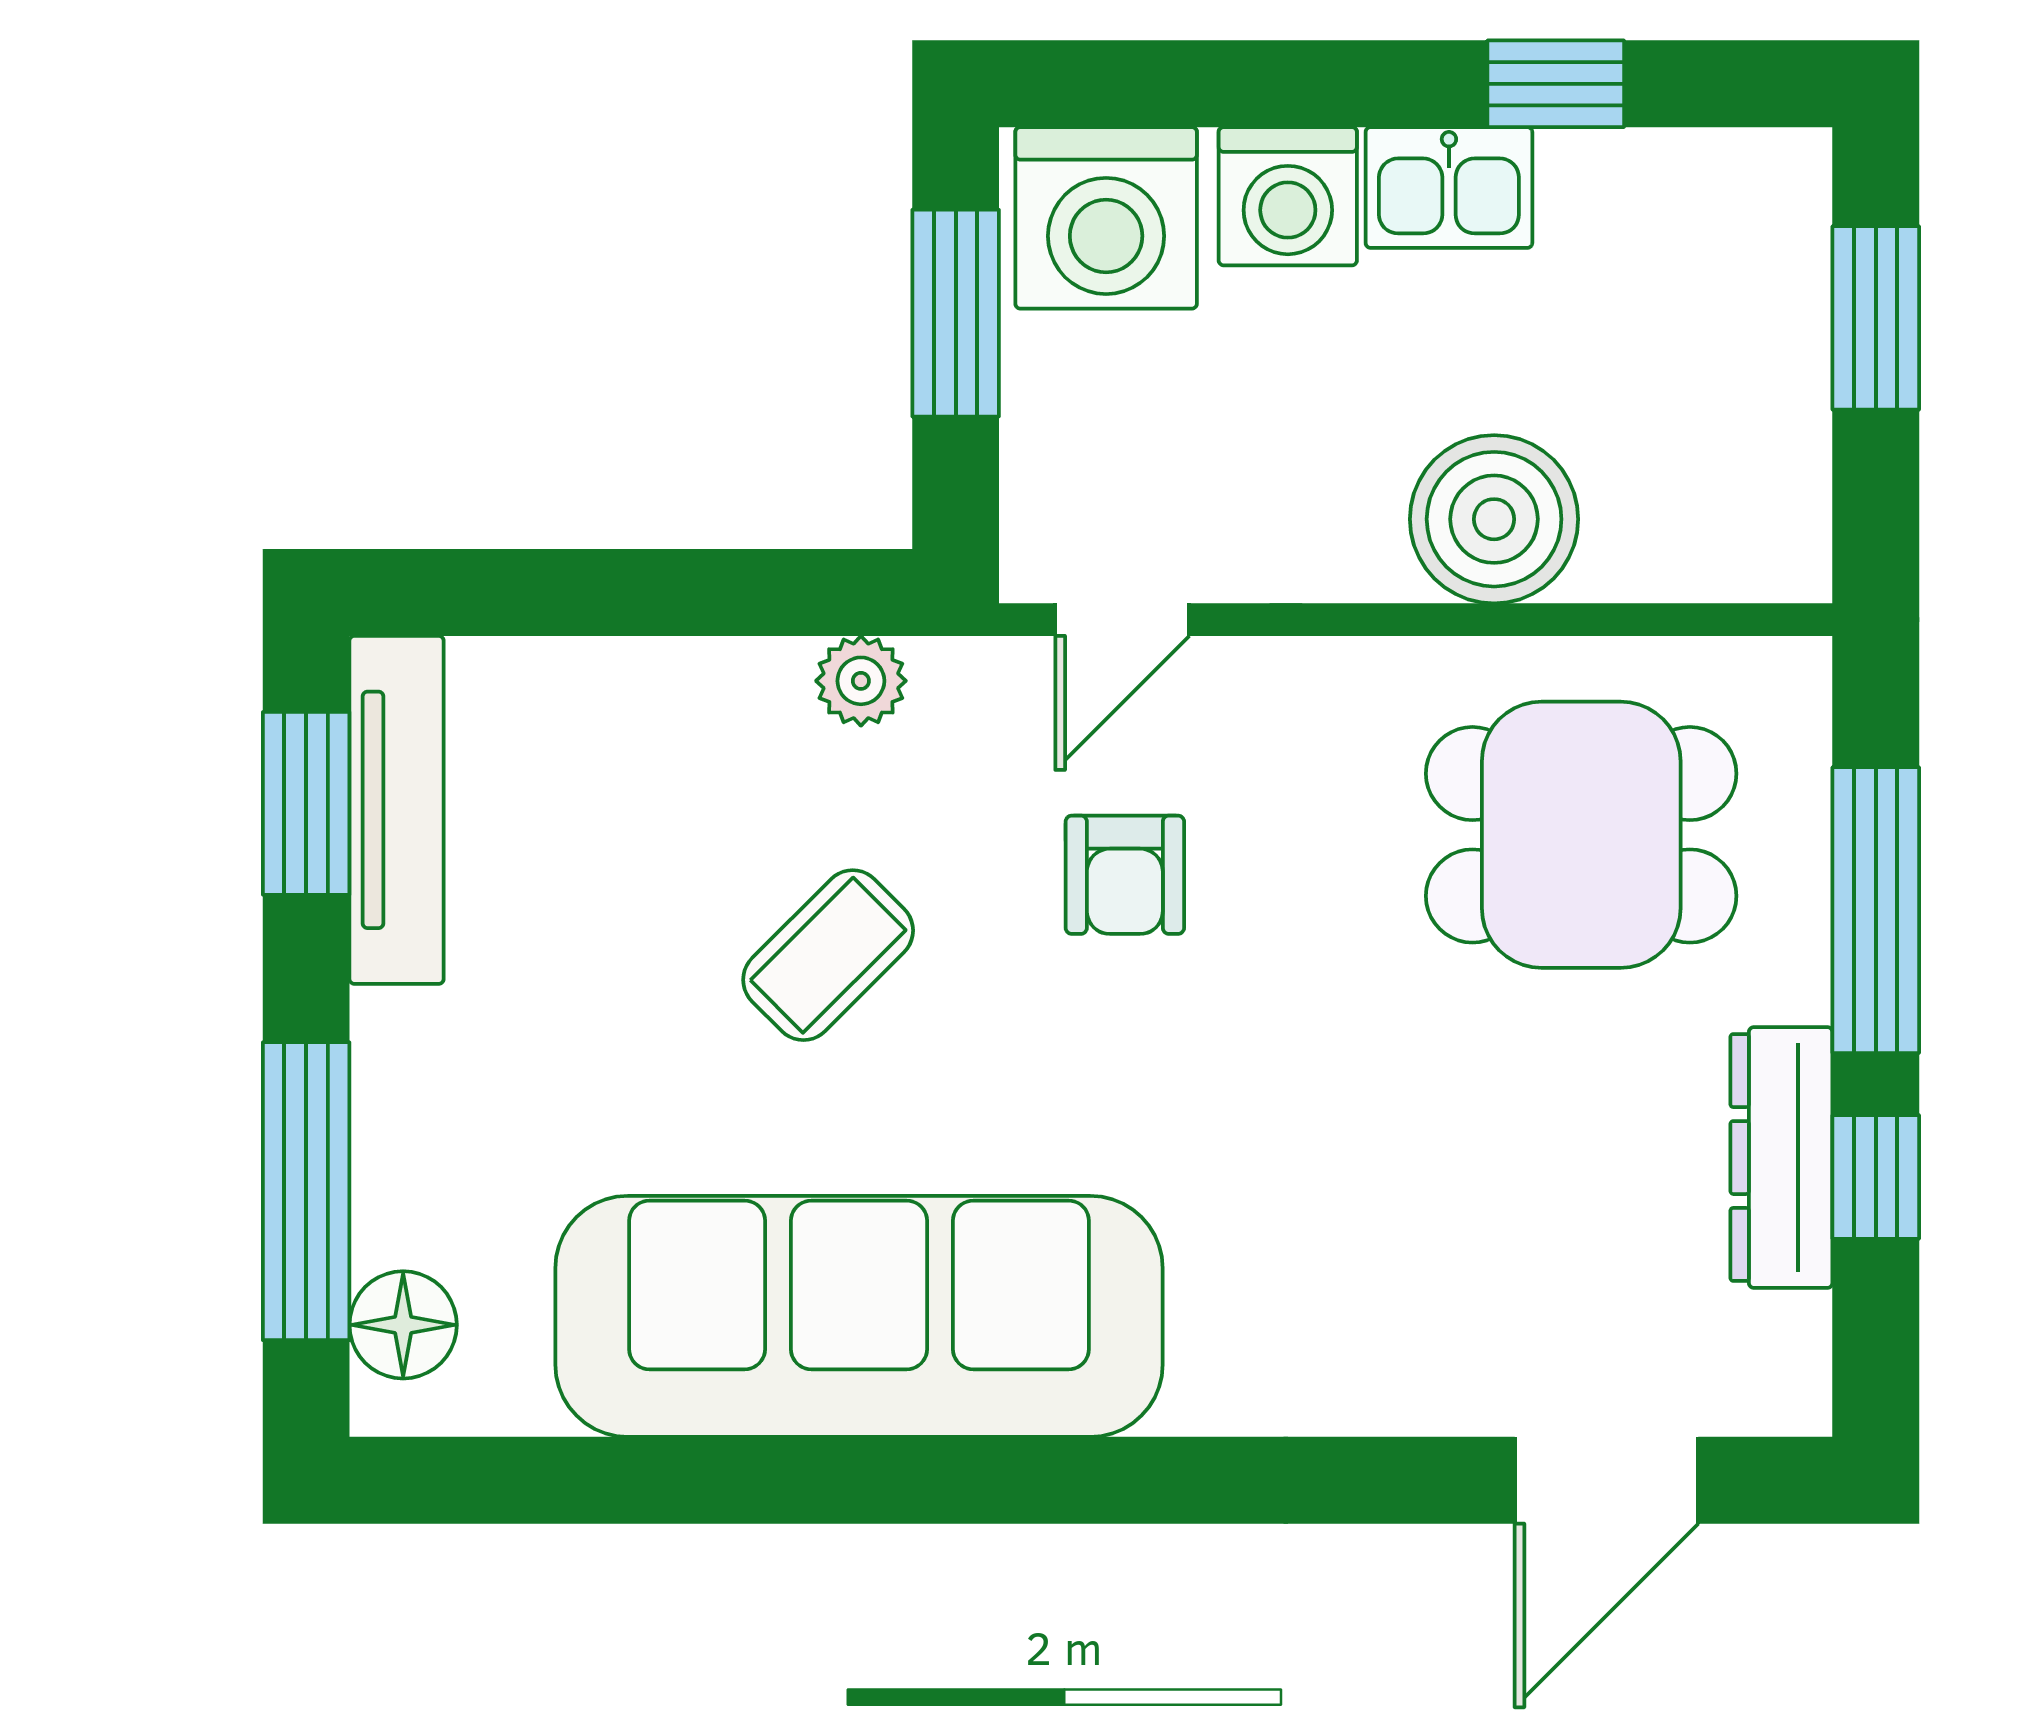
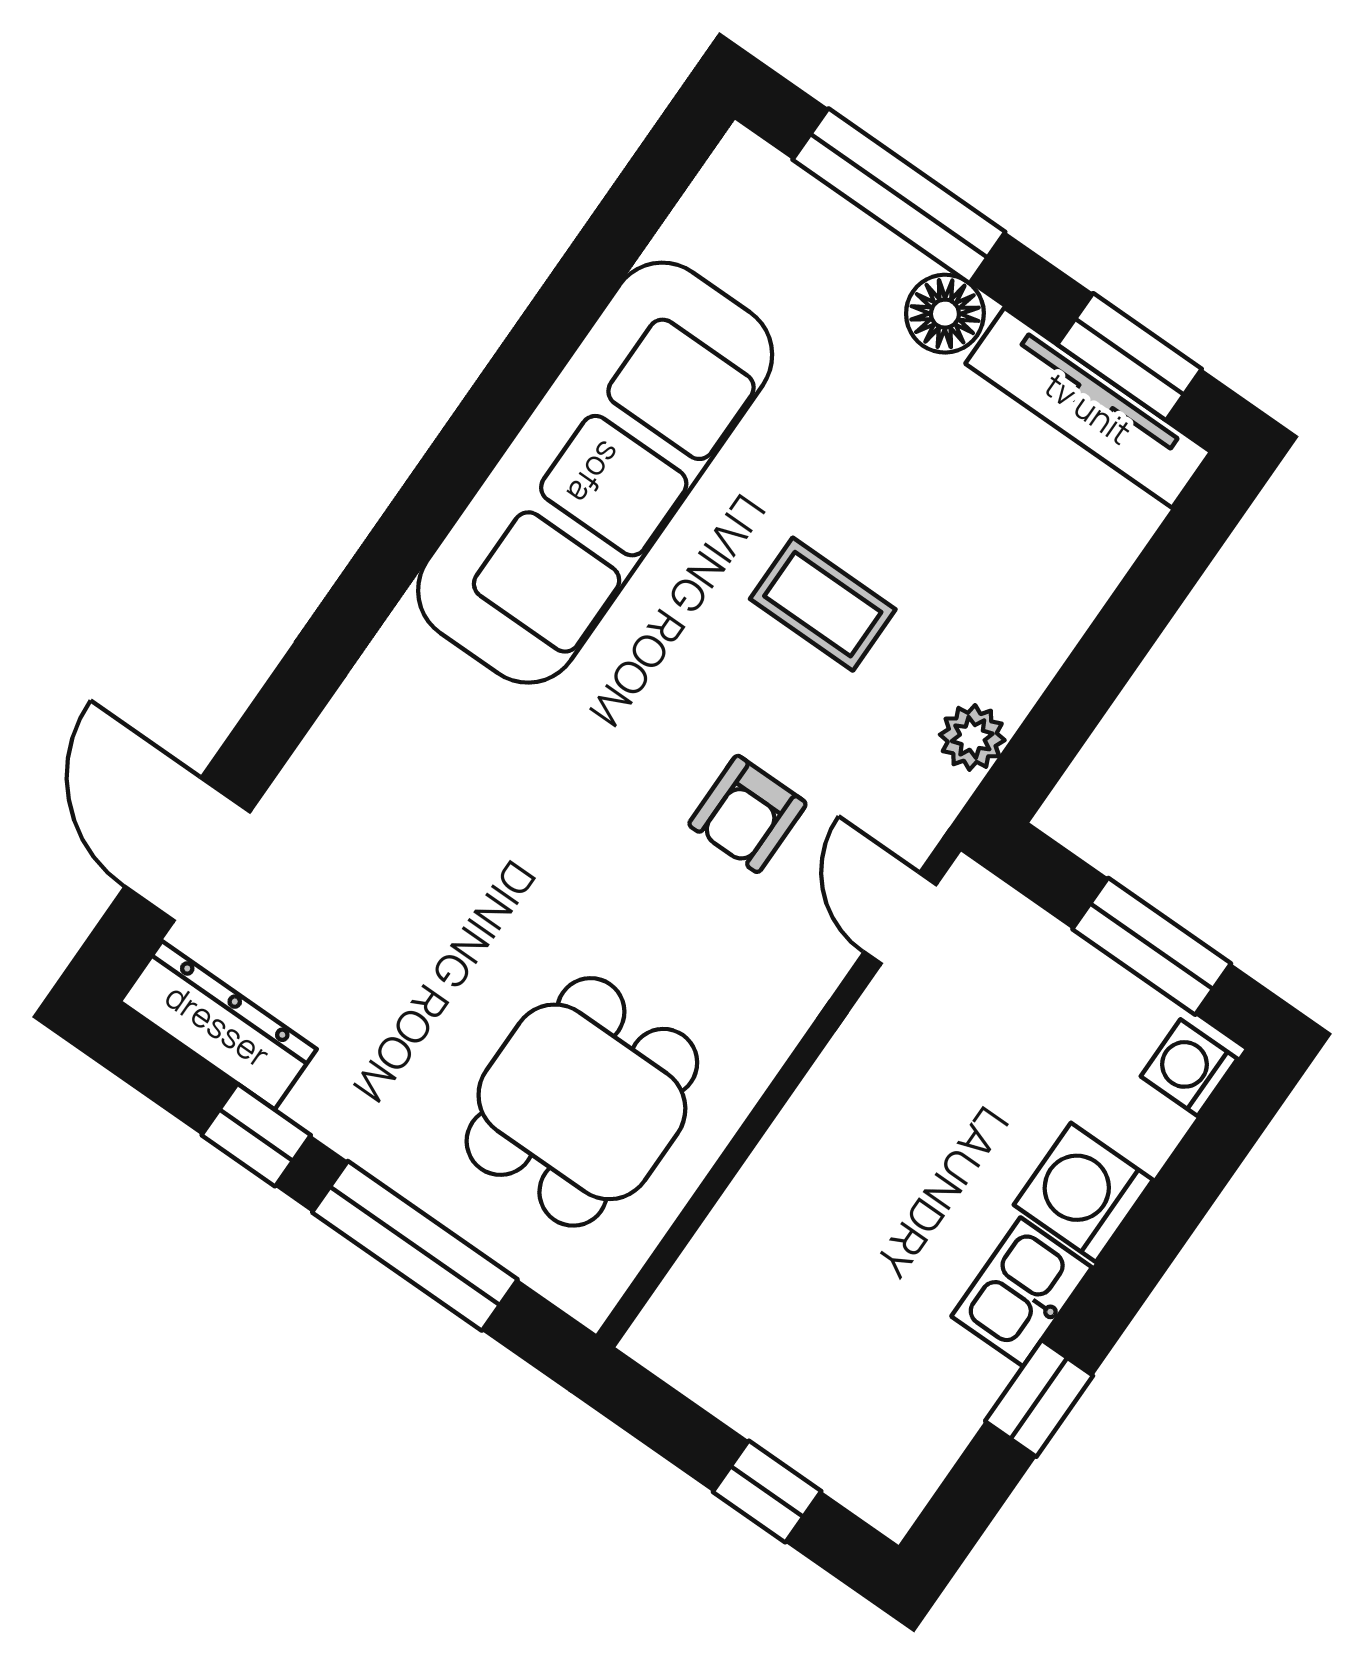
washing machine: (1106, 218) -> (1189, 1068), width x0.53, depth x0.53
window: (1876, 318) -> (767, 1492), width x0.67
boiler: (1494, 519) -> (806, 1181), removed
armchair: (1125, 875) -> (747, 814), turned -90
coffee table: (828, 955) -> (823, 604), turned -45
dresser: (1781, 1158) -> (218, 1025), moved
floor lamp: (403, 1325) -> (945, 314), moved

